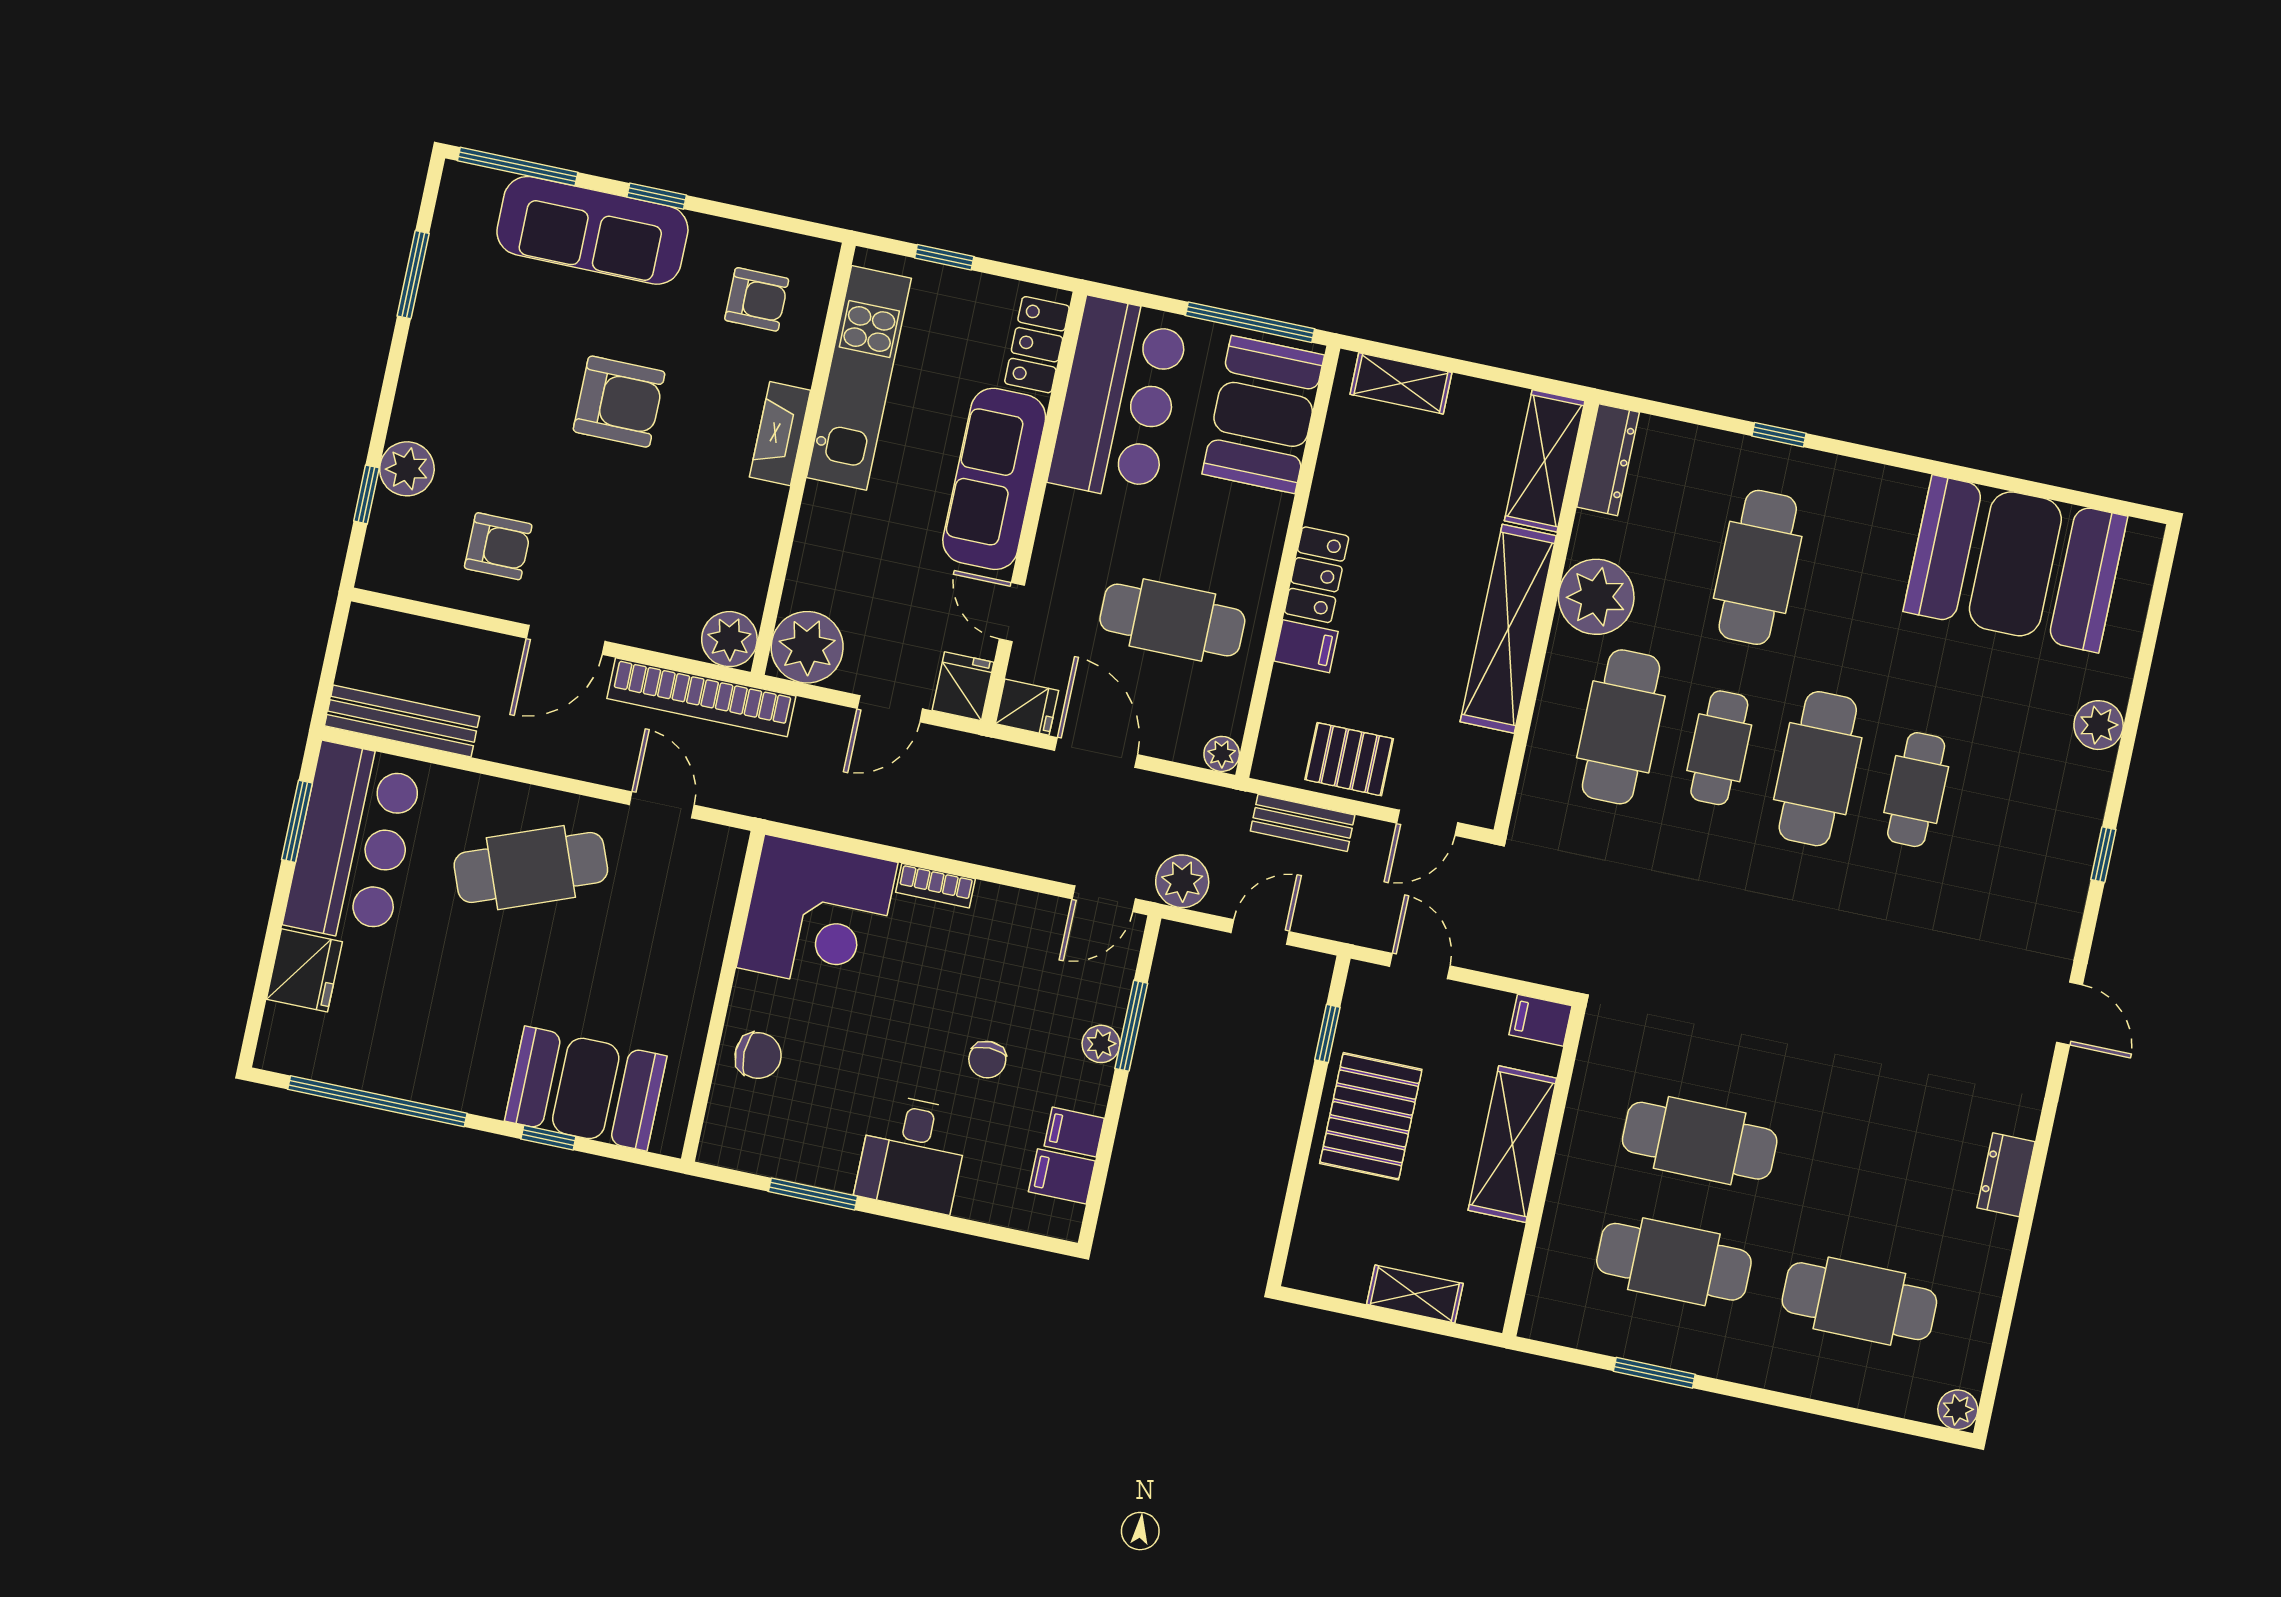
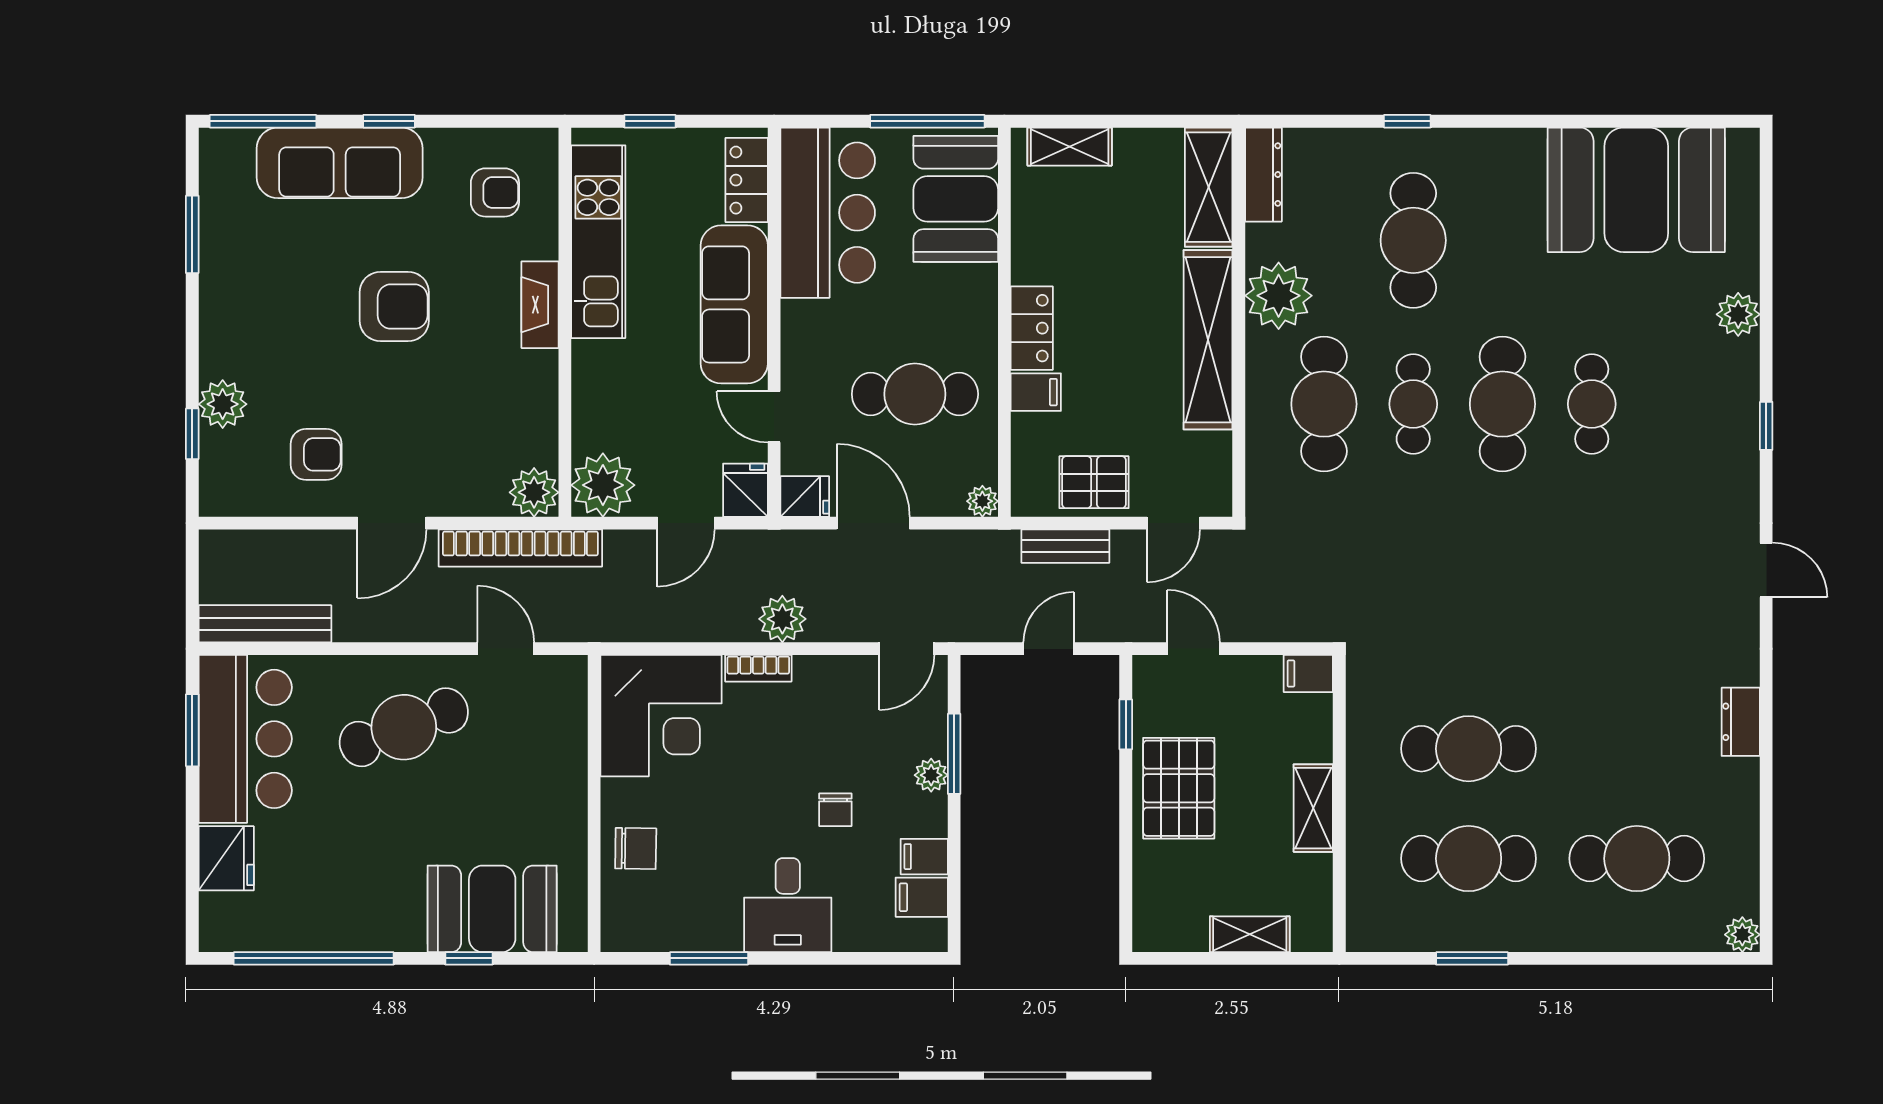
plant: (1182, 881) -> (782, 619), moved
shelving: (1512, 1144) -> (1313, 808), width x0.67, depth x0.75

